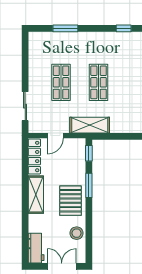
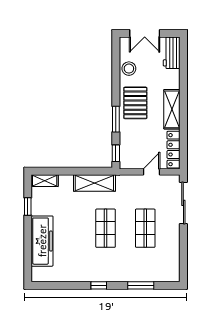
window: (124, 28) -> (99, 285), moved
sliding door: (25, 106) -> (183, 203), width x1.37
shelving: (90, 125) -> (94, 183), moved

